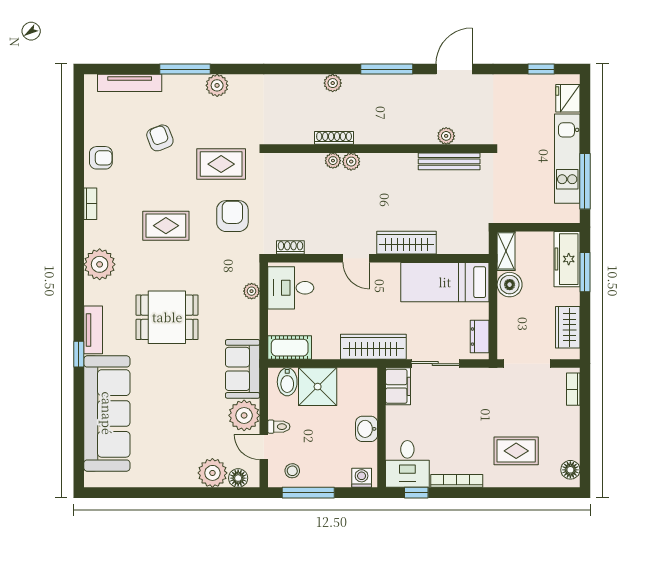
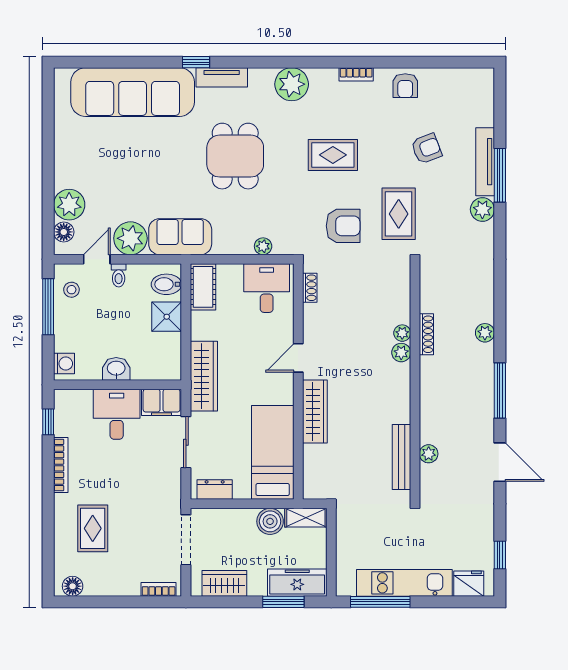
tv unit: (130, 83) -> (485, 162), moved
rug: (166, 226) -> (333, 155), turned 90
shower: (318, 387) -> (167, 317), width x0.73, depth x0.73
desk: (407, 464) -> (117, 414), moved, turned 90

